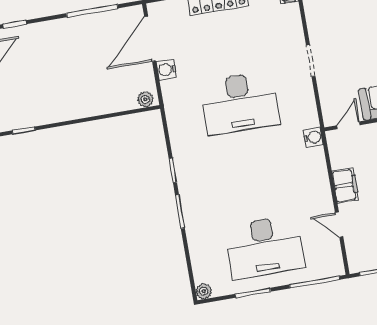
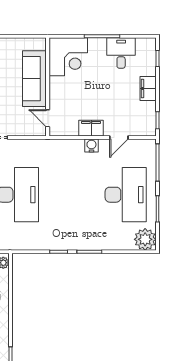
water cooler: (313, 137) -> (91, 146), moved
plant: (204, 291) -> (145, 239), width x1.87, depth x1.87

